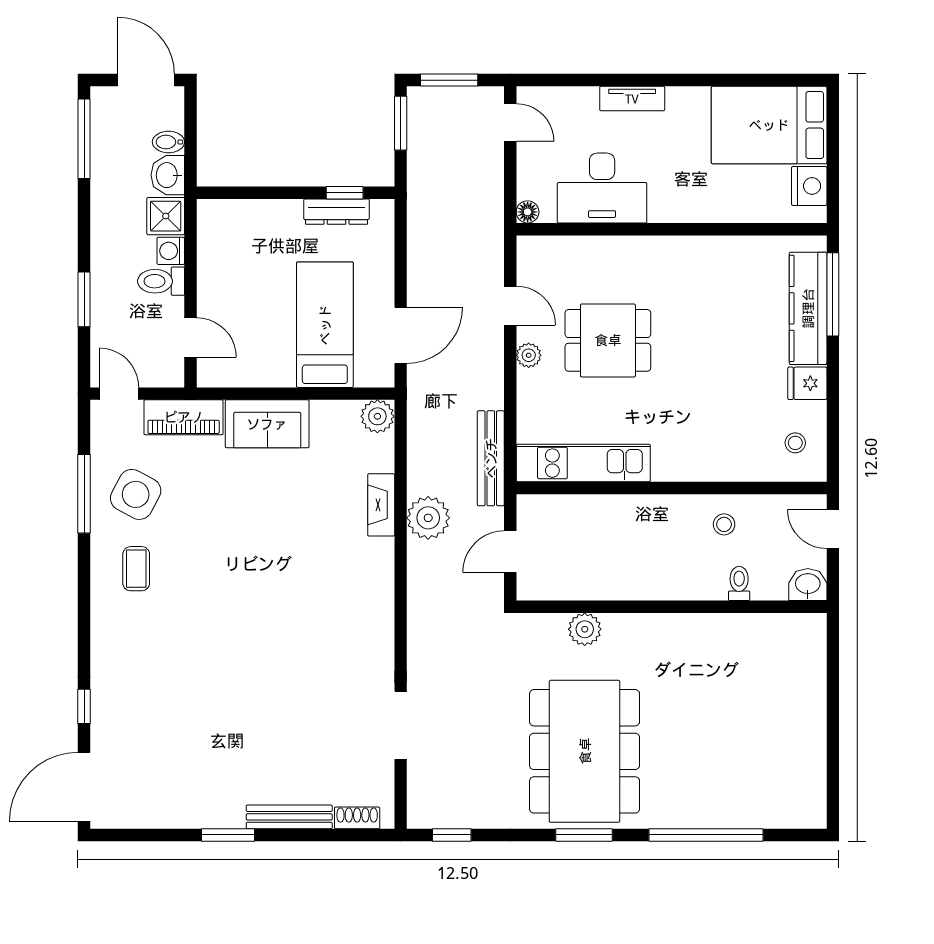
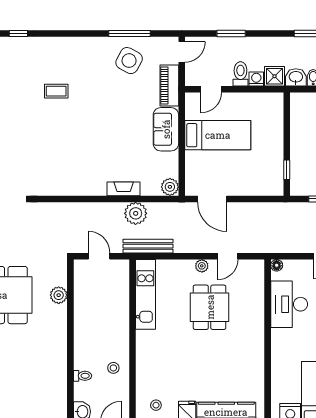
dresser: (336, 212) -> (277, 165), removed
bed: (325, 325) -> (218, 135), moved
plant: (428, 518) -> (136, 213), moved
coffee table: (136, 569) -> (56, 91), moved

